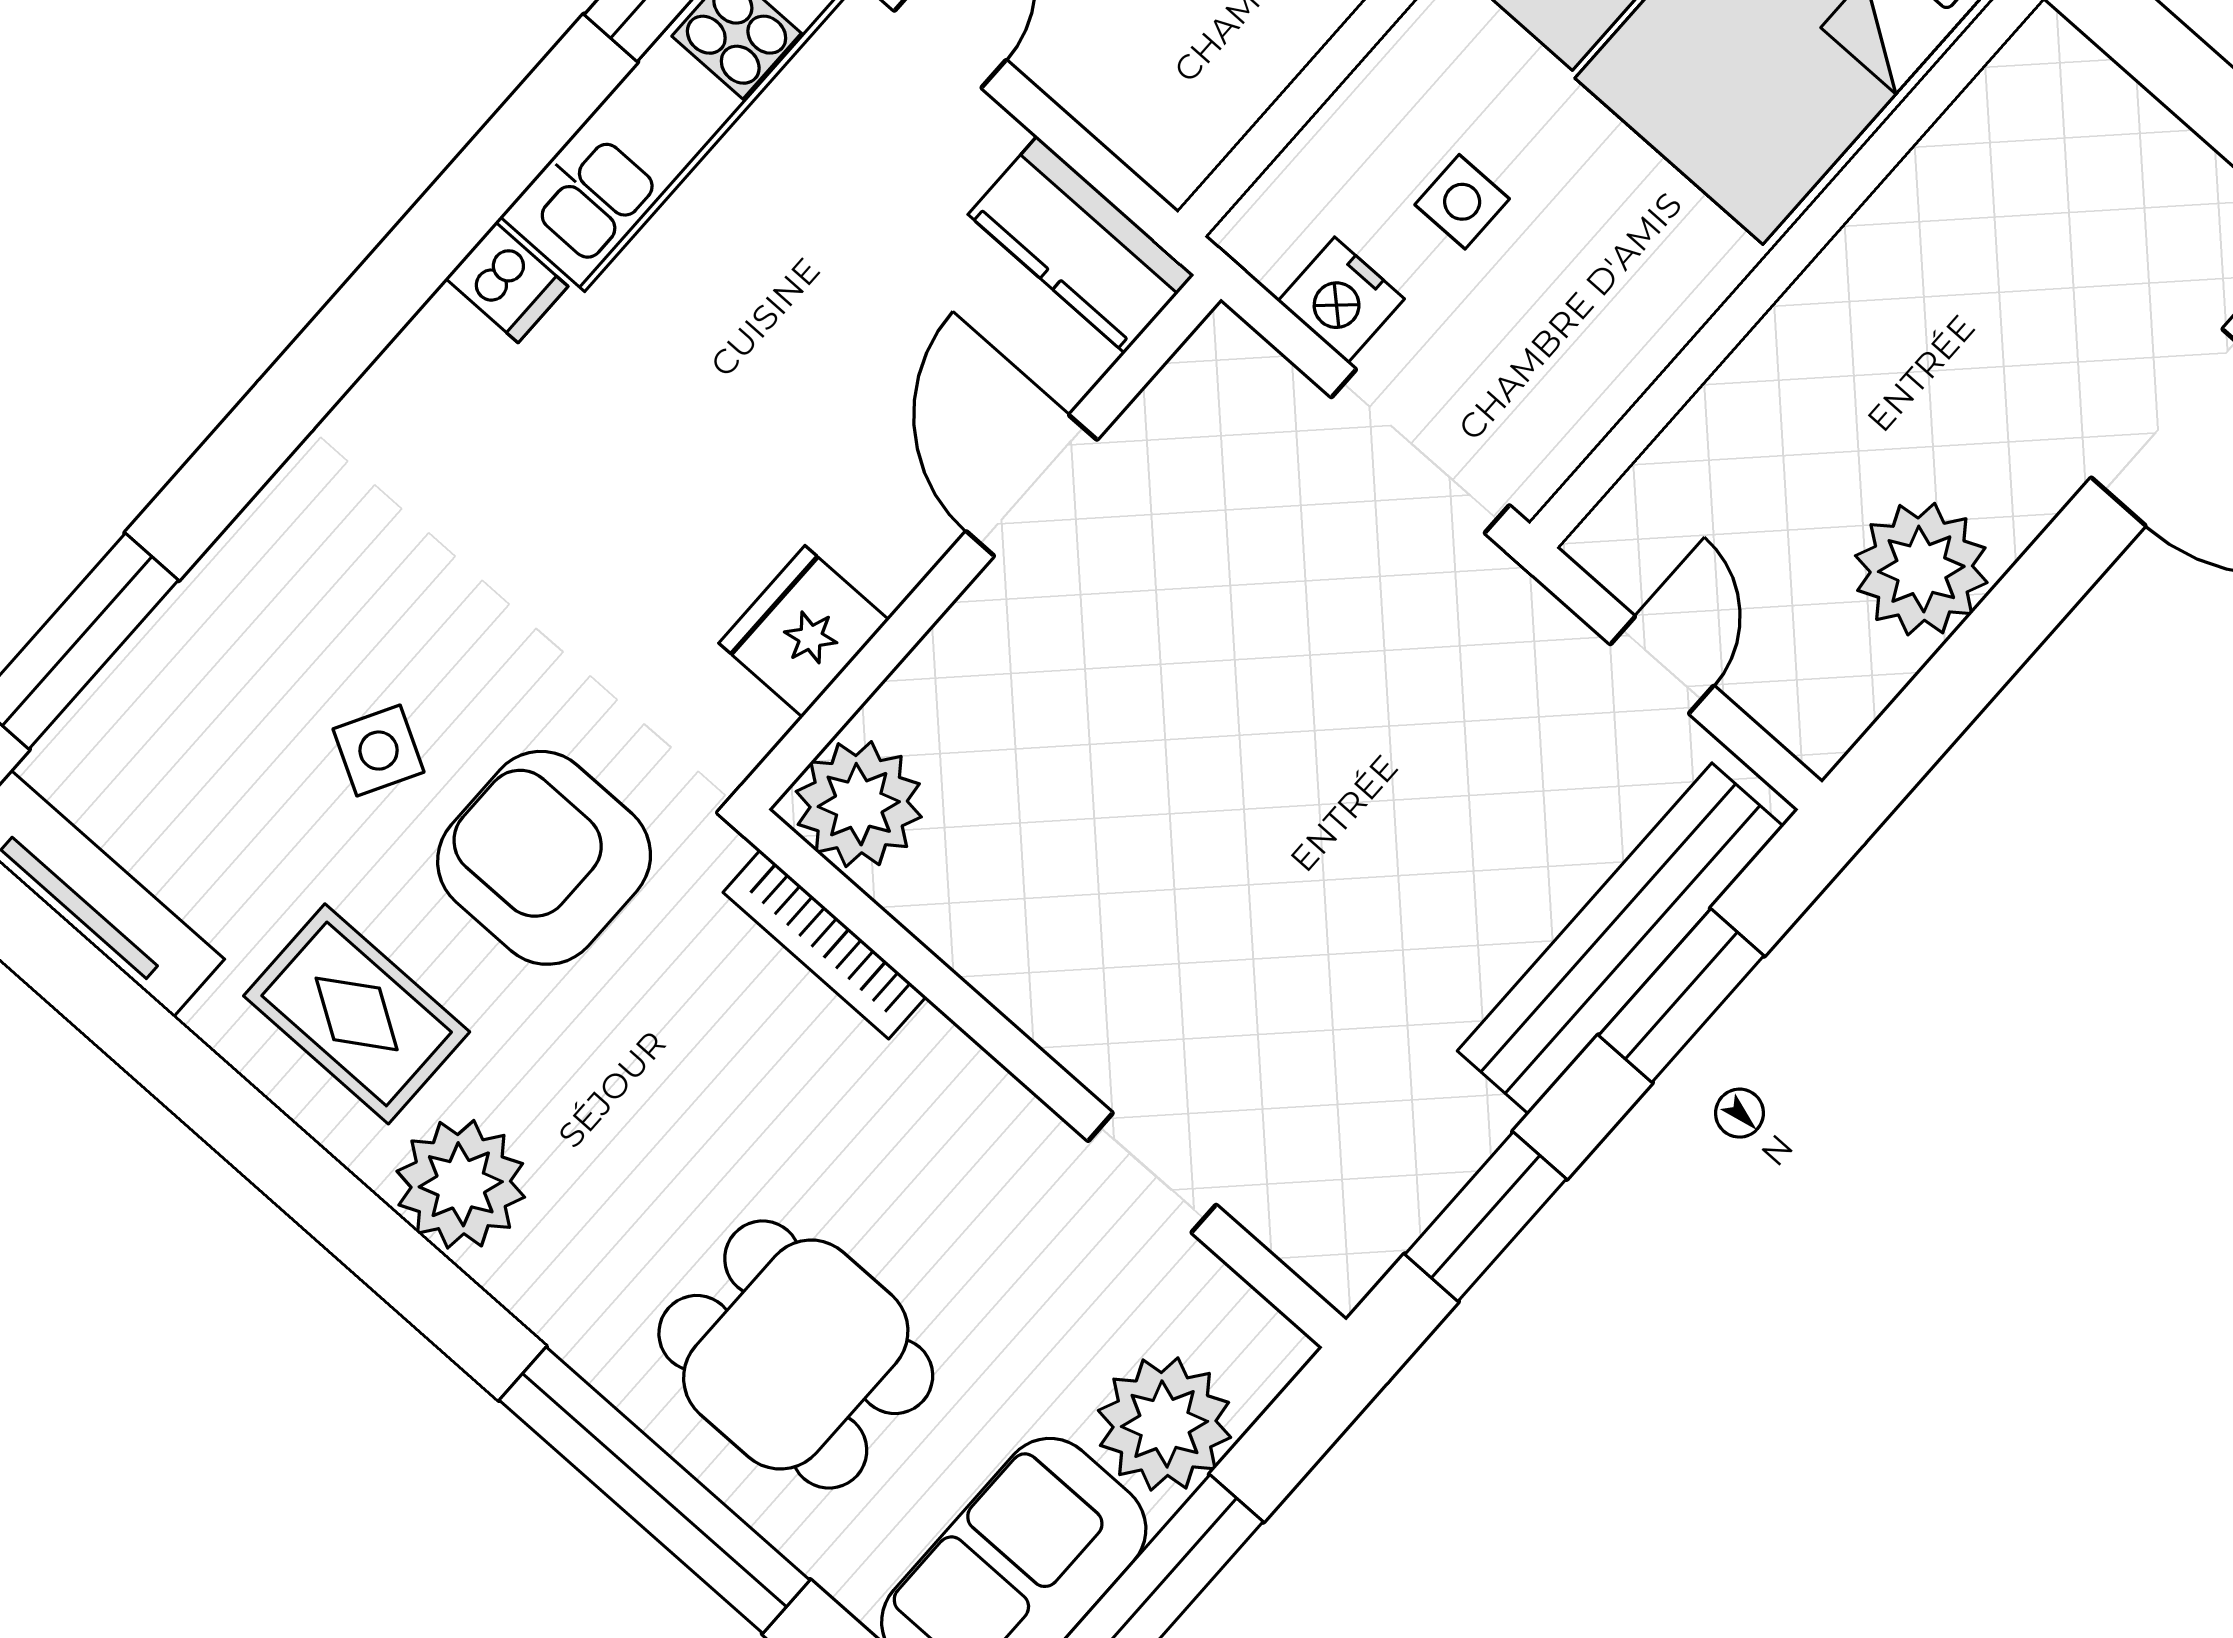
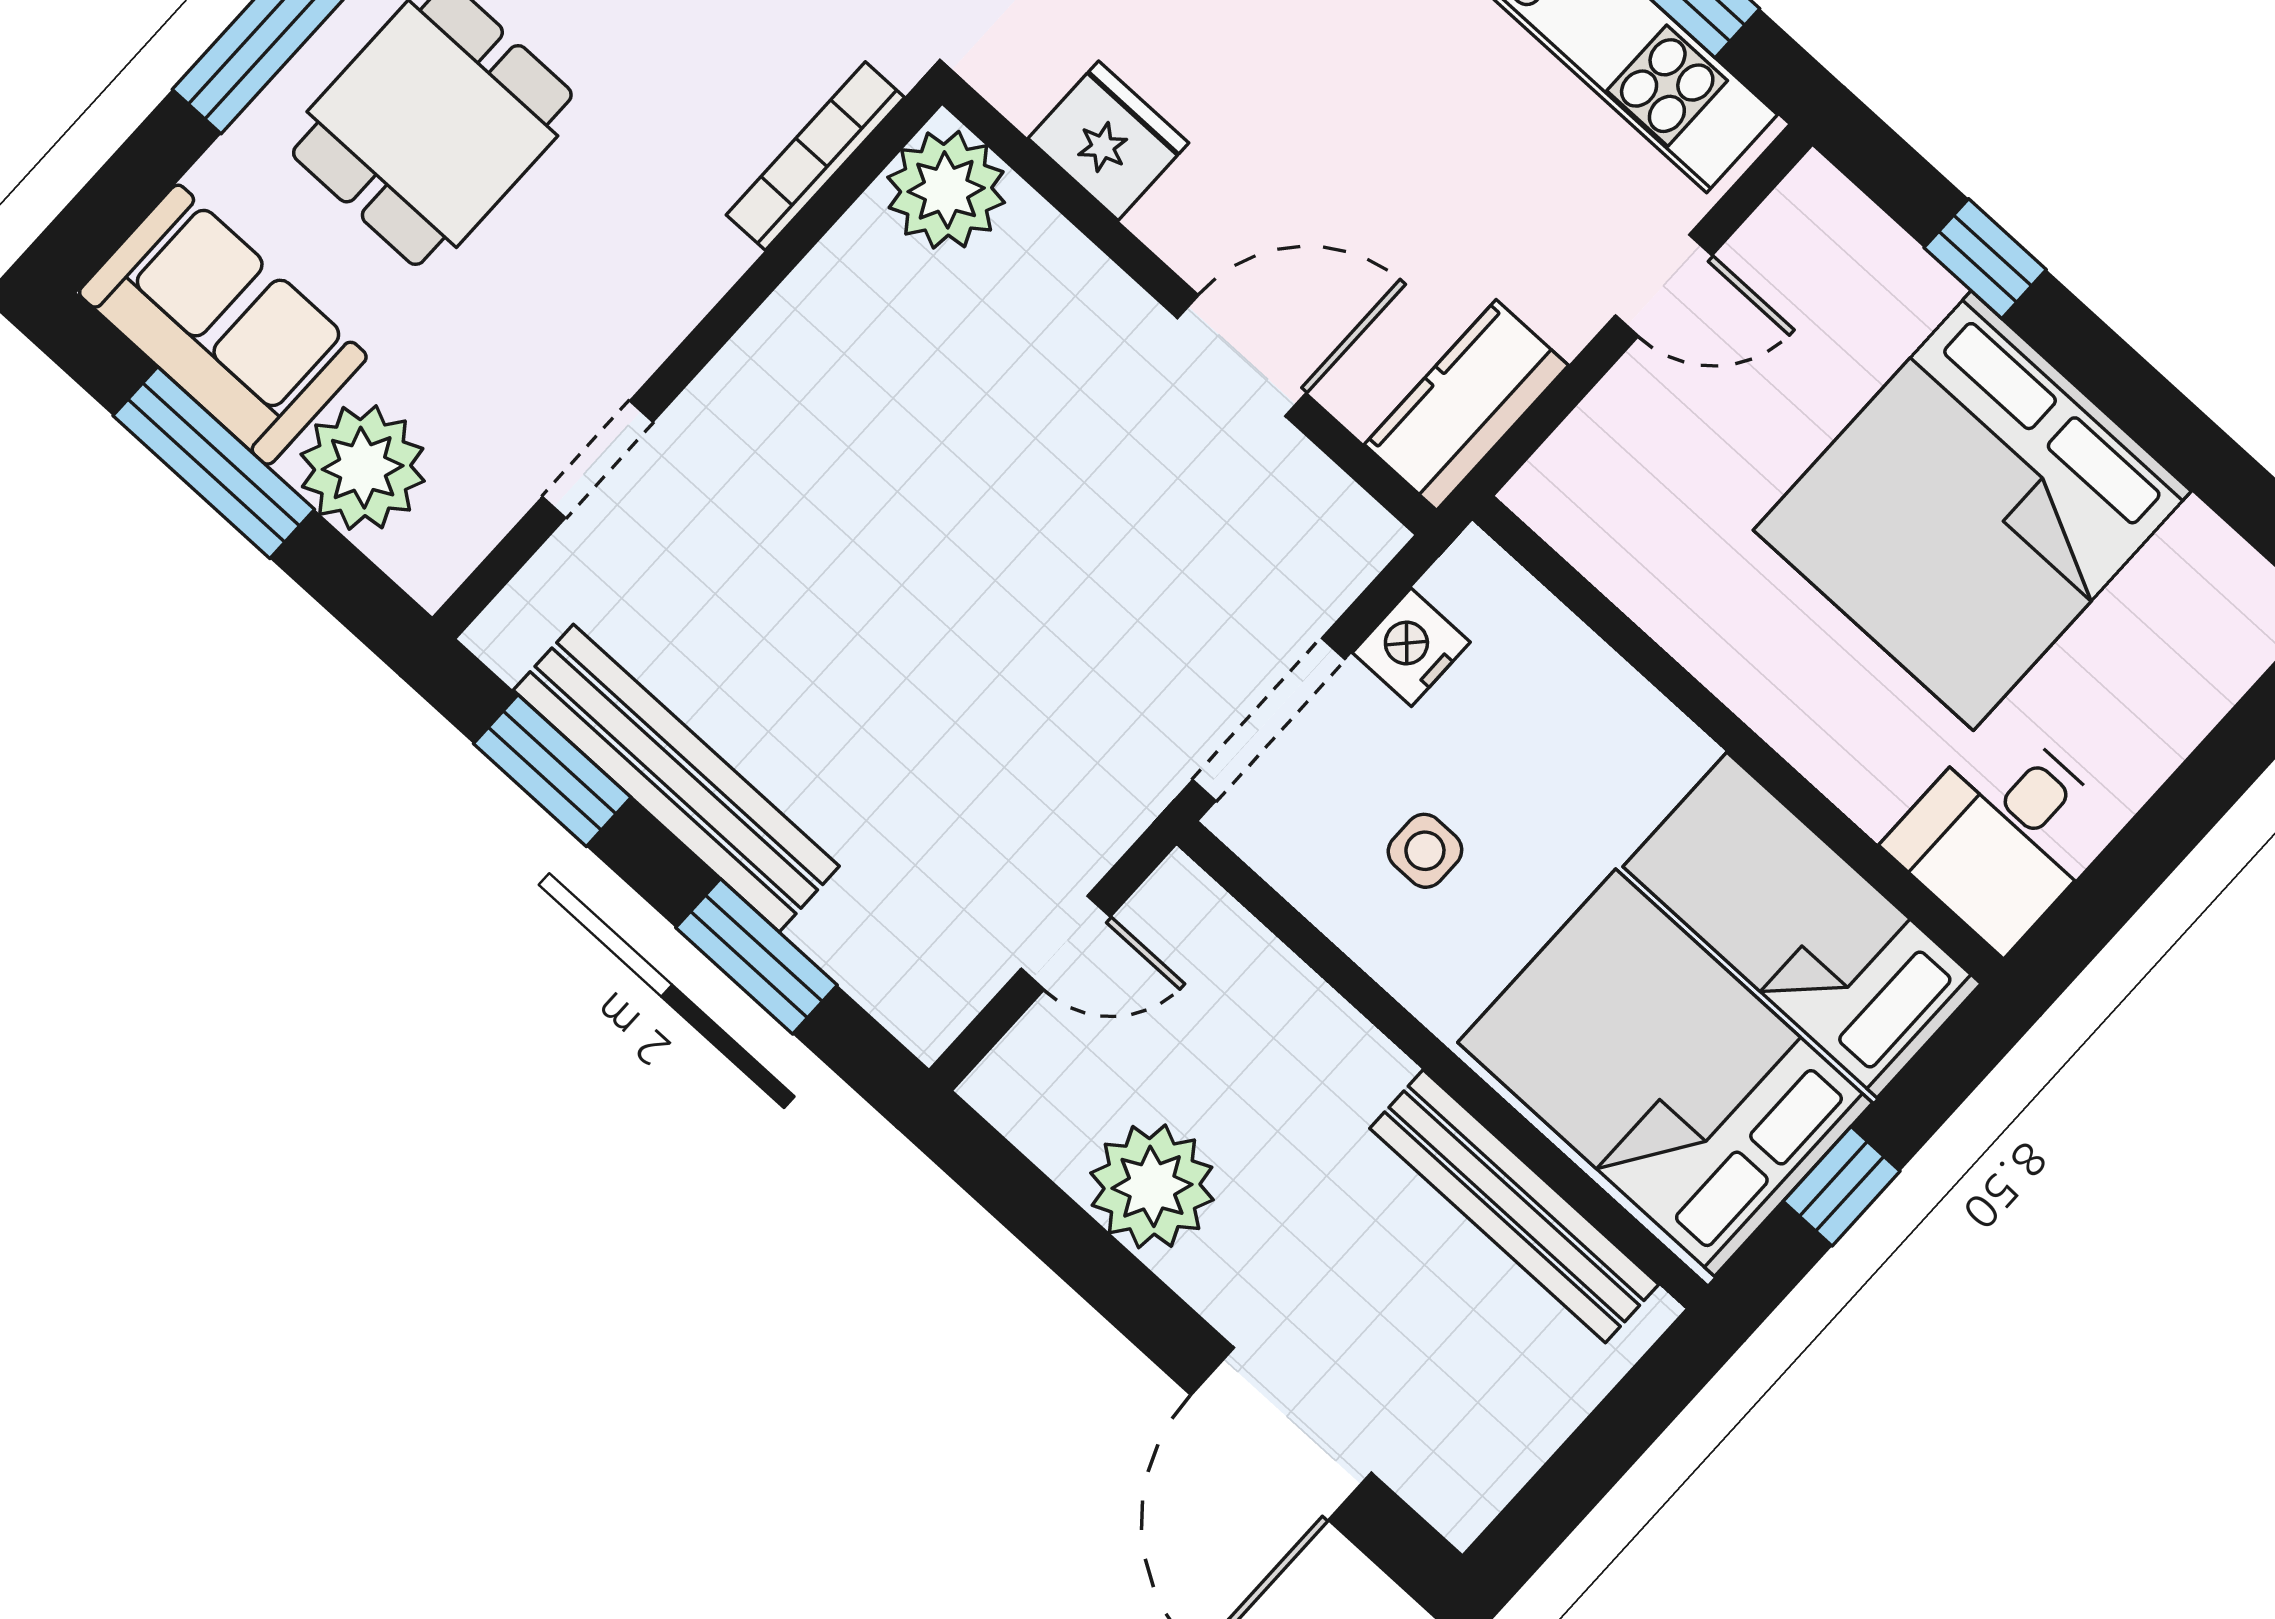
bench: (1937, 181) -> (1514, 1206), added
side table: (1462, 202) -> (1425, 851), moved
bench: (1620, 939) -> (676, 778), moved

